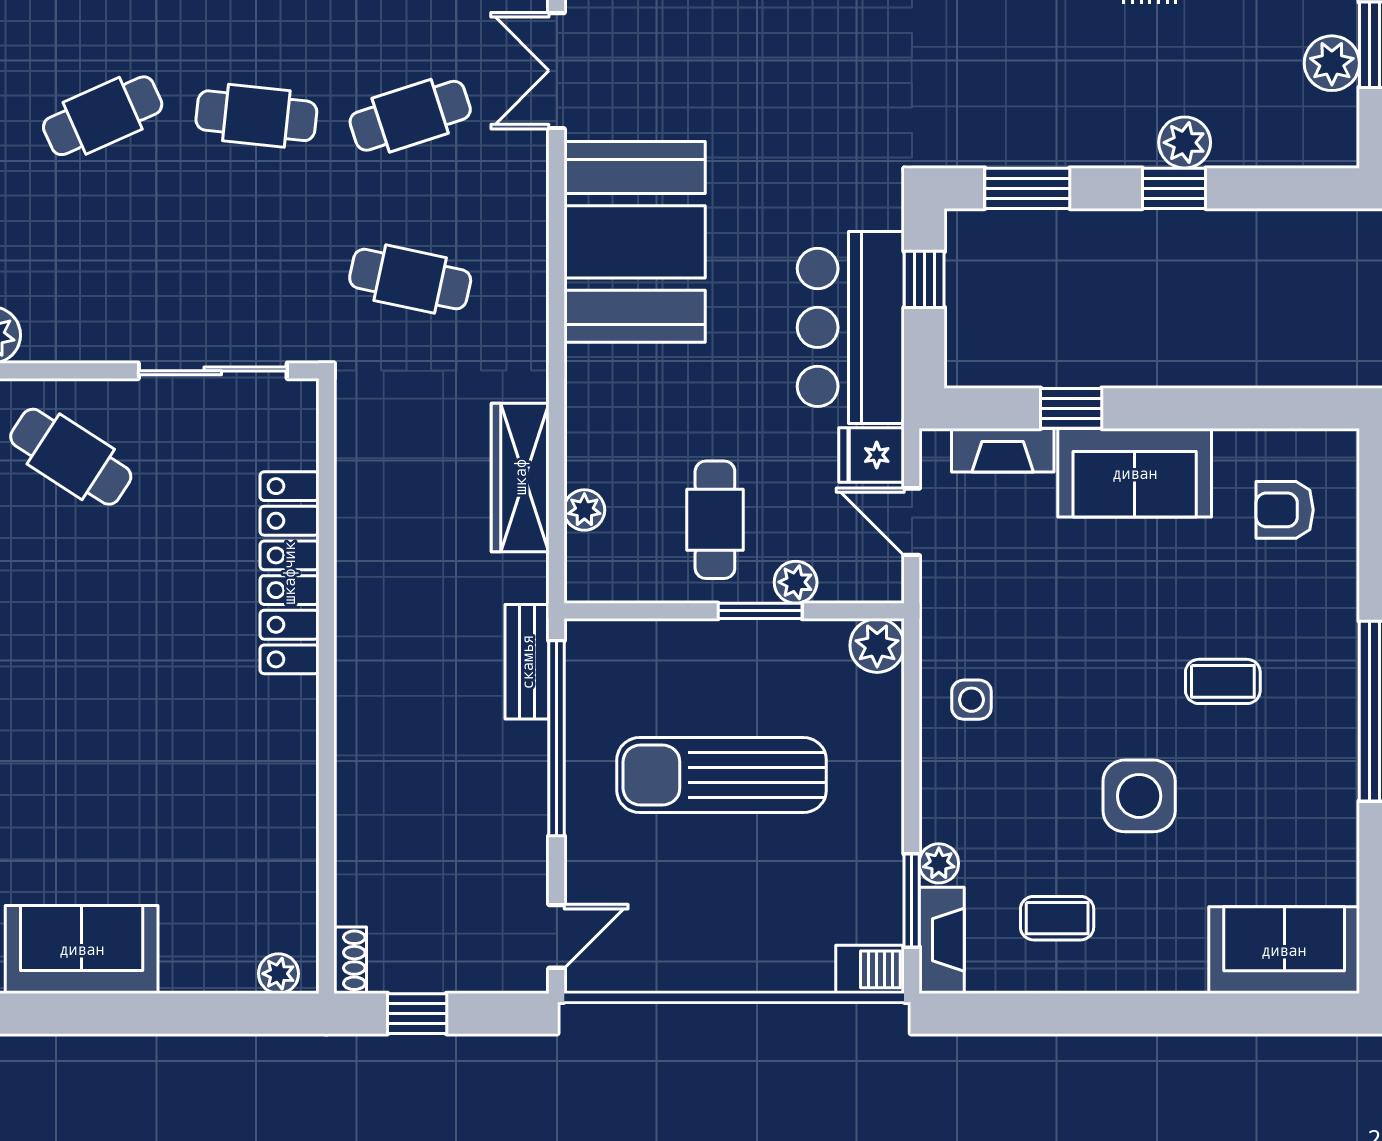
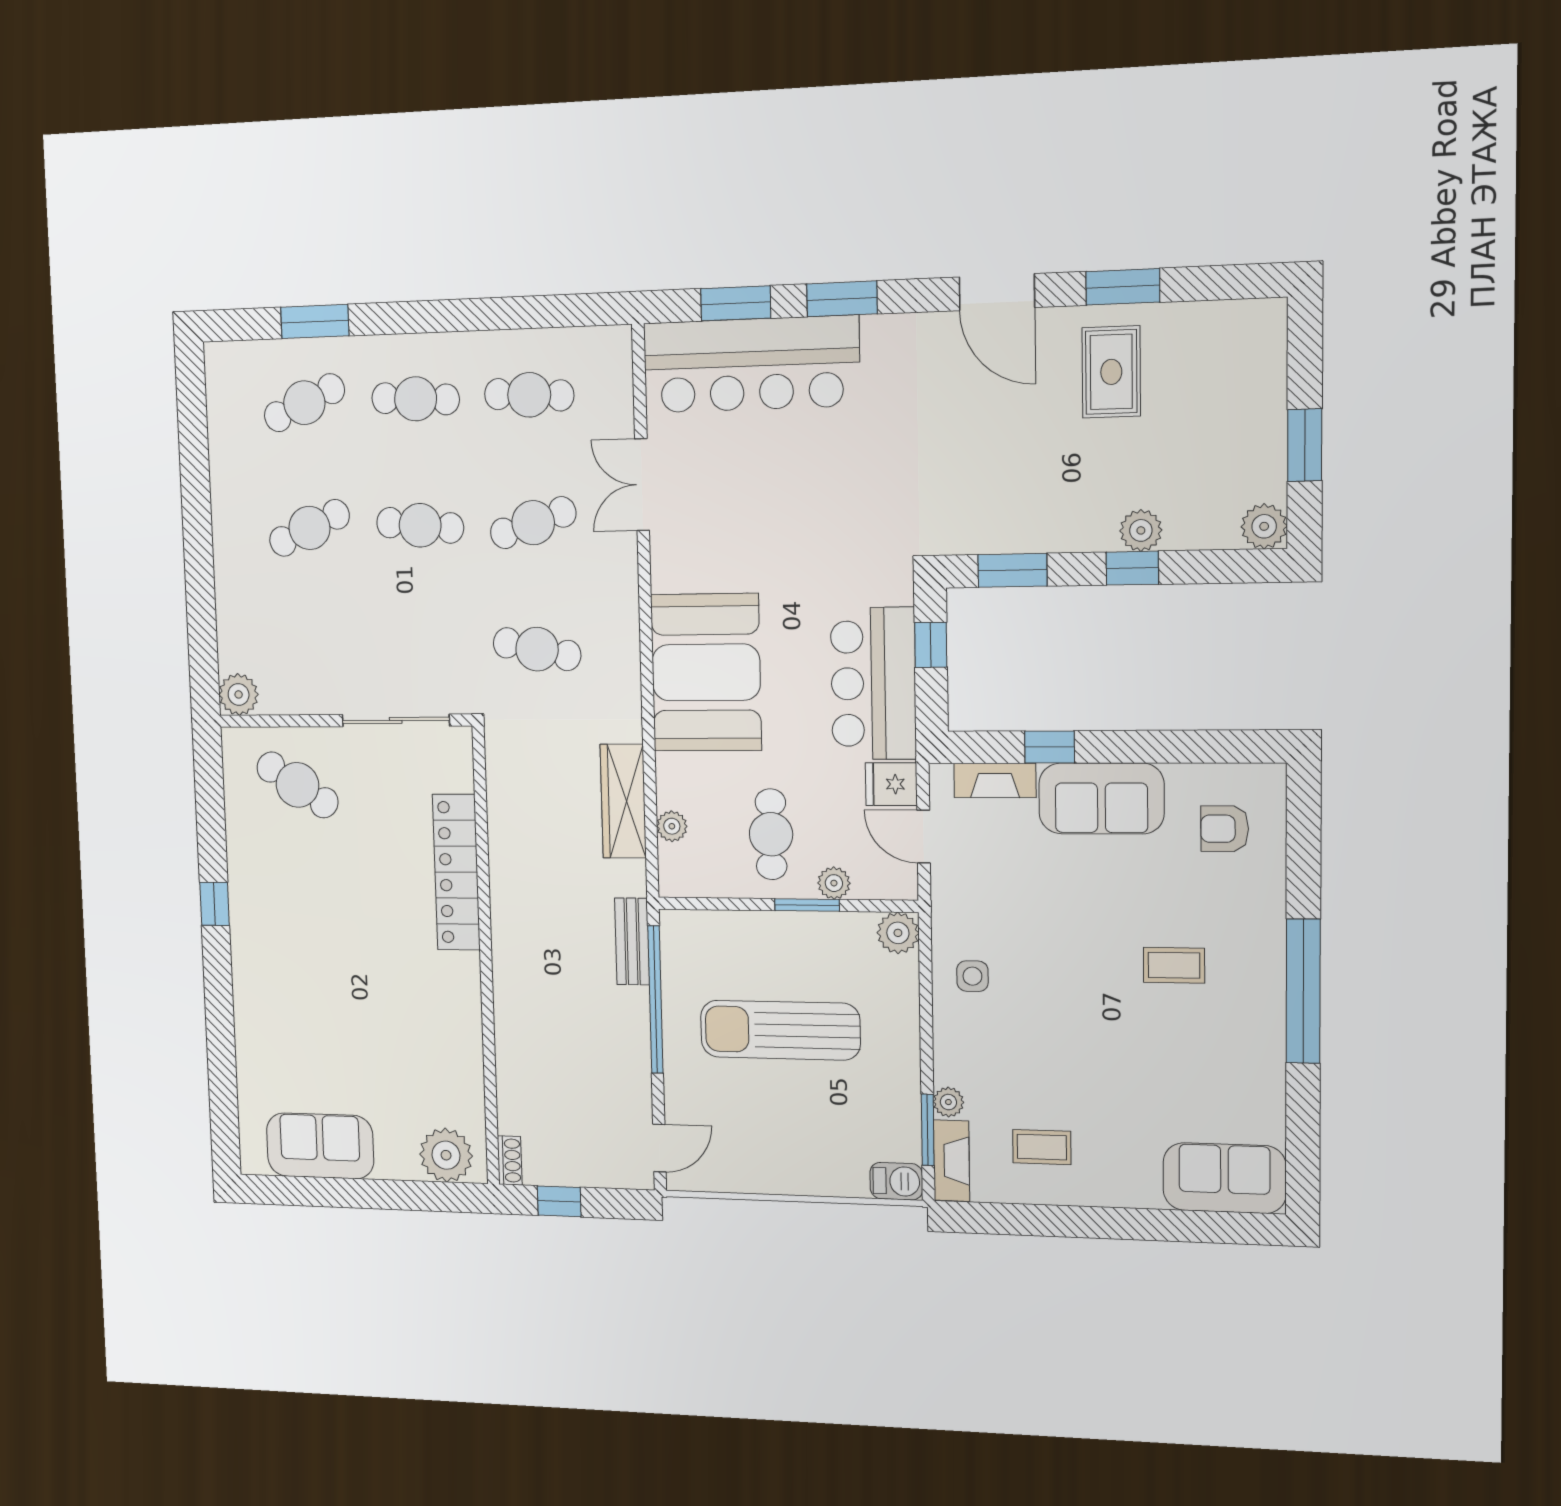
plant: (1332, 63) -> (1264, 526), moved
booth: (635, 242) -> (706, 672), moved
side table: (1139, 796) -> (1107, 1054), removed
plant: (278, 974) -> (446, 1155), width x1.87, depth x1.87

